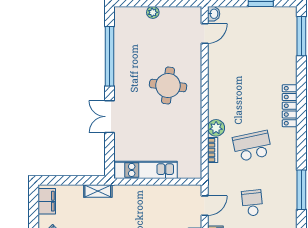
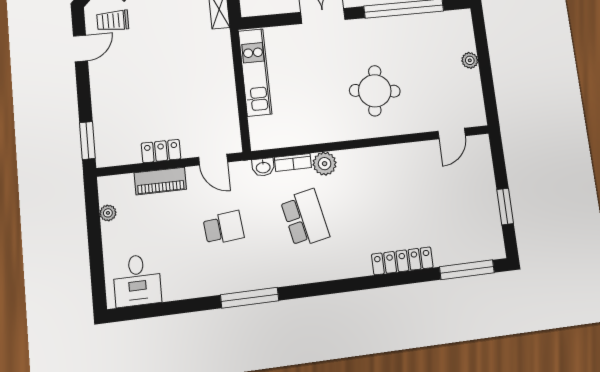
washbasin: (214, 14) -> (263, 167), moved
door: (205, 33) -> (452, 134), hinge flipped
locker: (290, 106) -> (402, 261), moved

